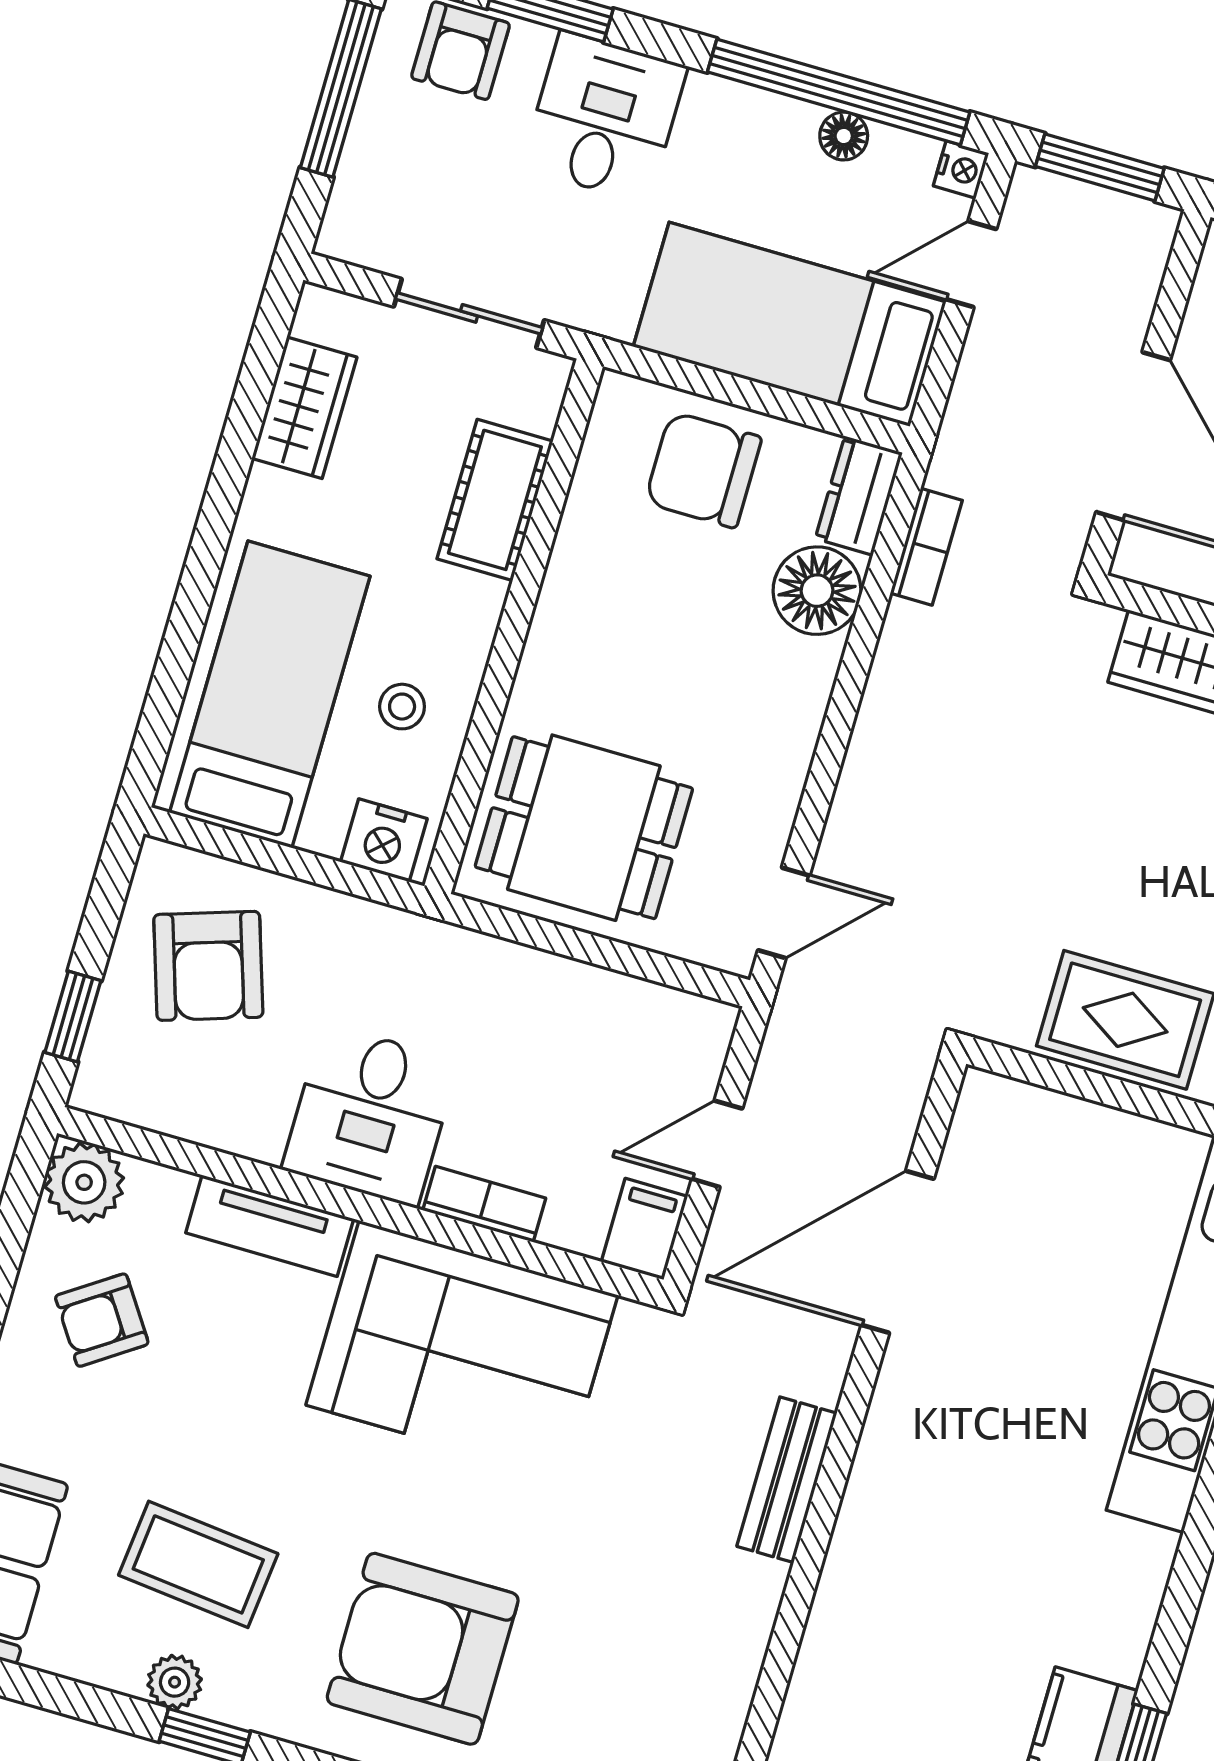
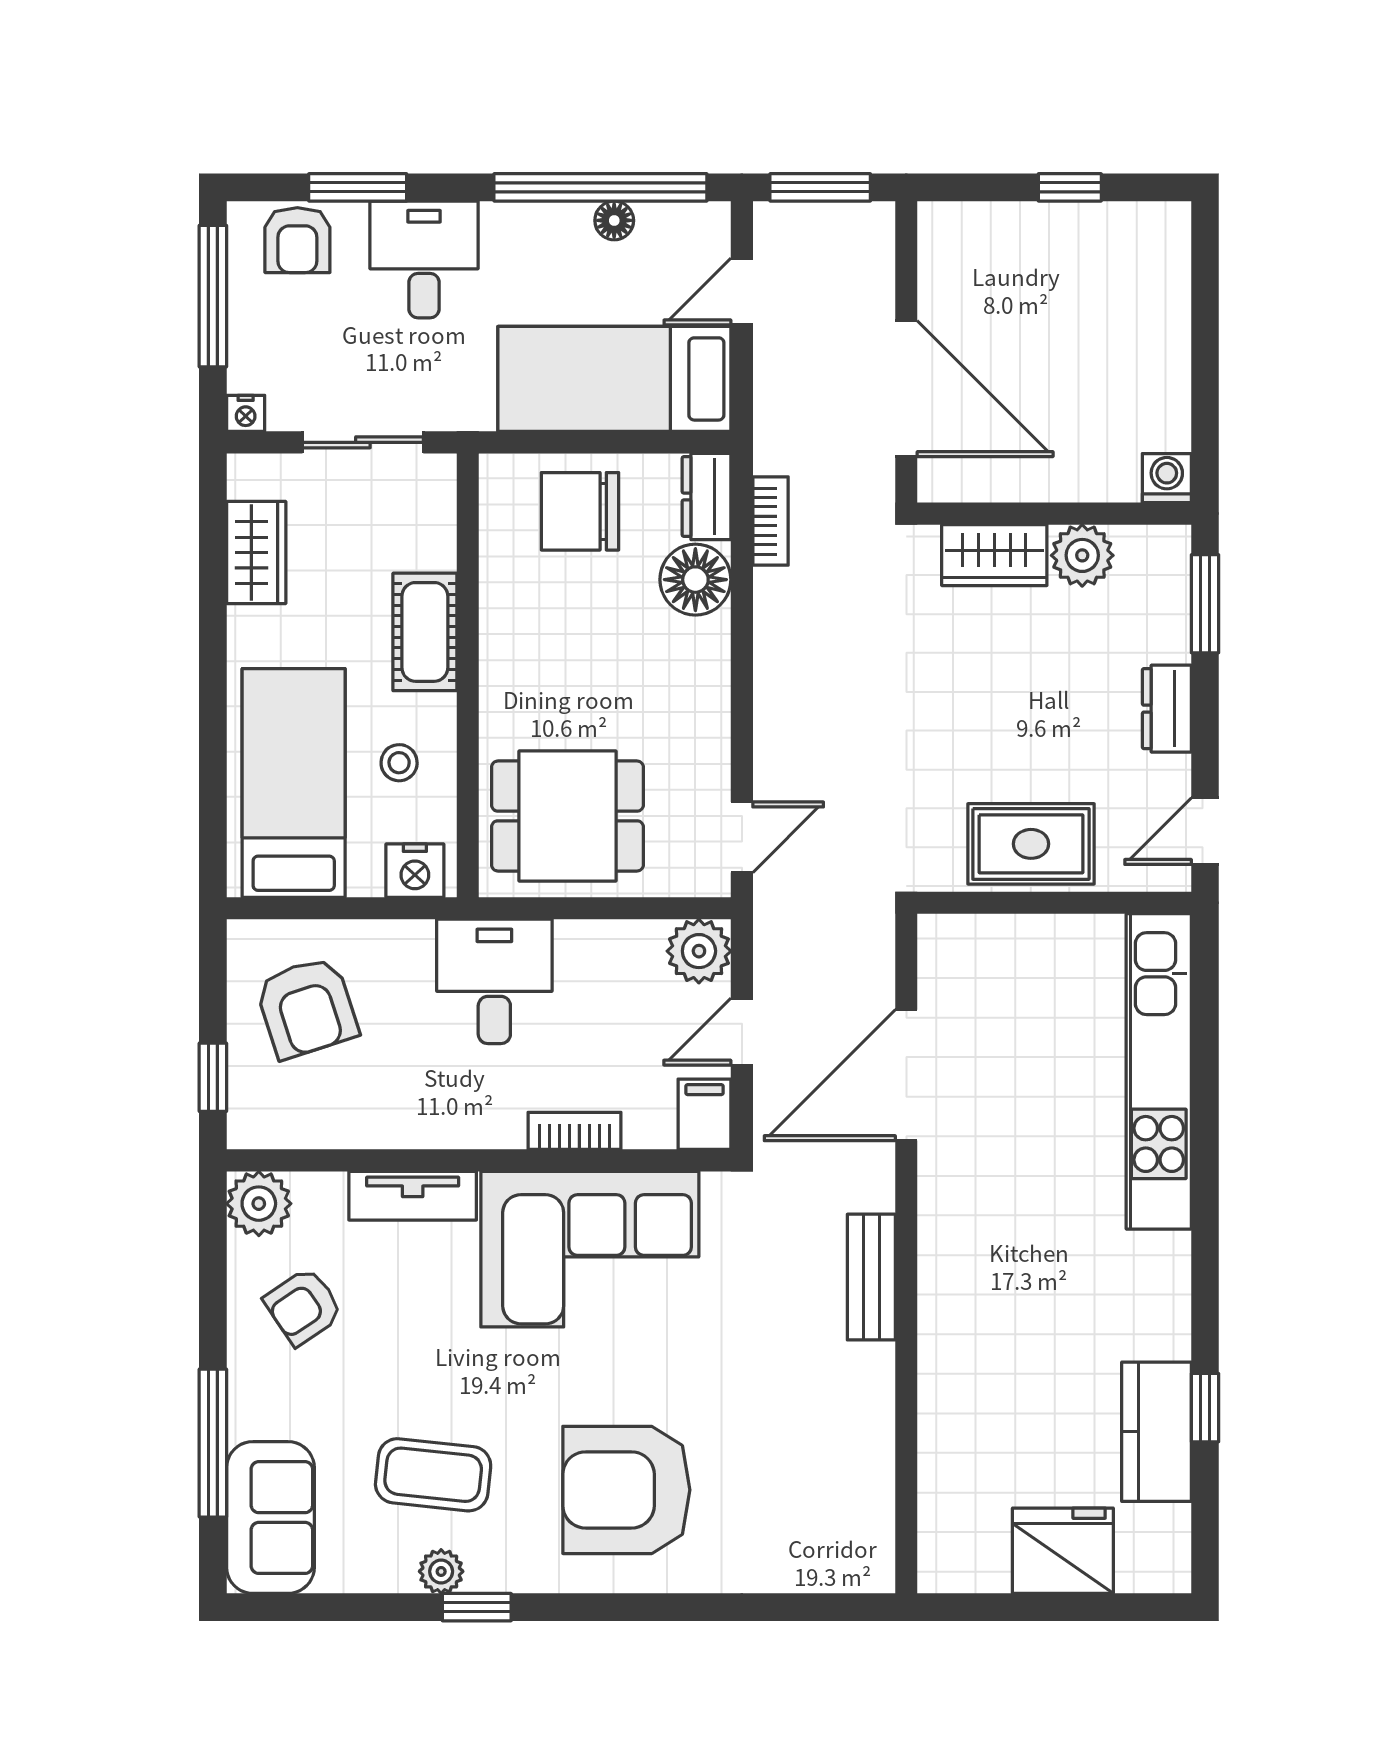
nightstand: (961, 169) -> (246, 413), moved, turned 90
cot: (495, 500) -> (425, 632), moved
plant: (694, 1033) -> (699, 951), added
desk: (370, 1115) -> (494, 981), moved, turned 180

